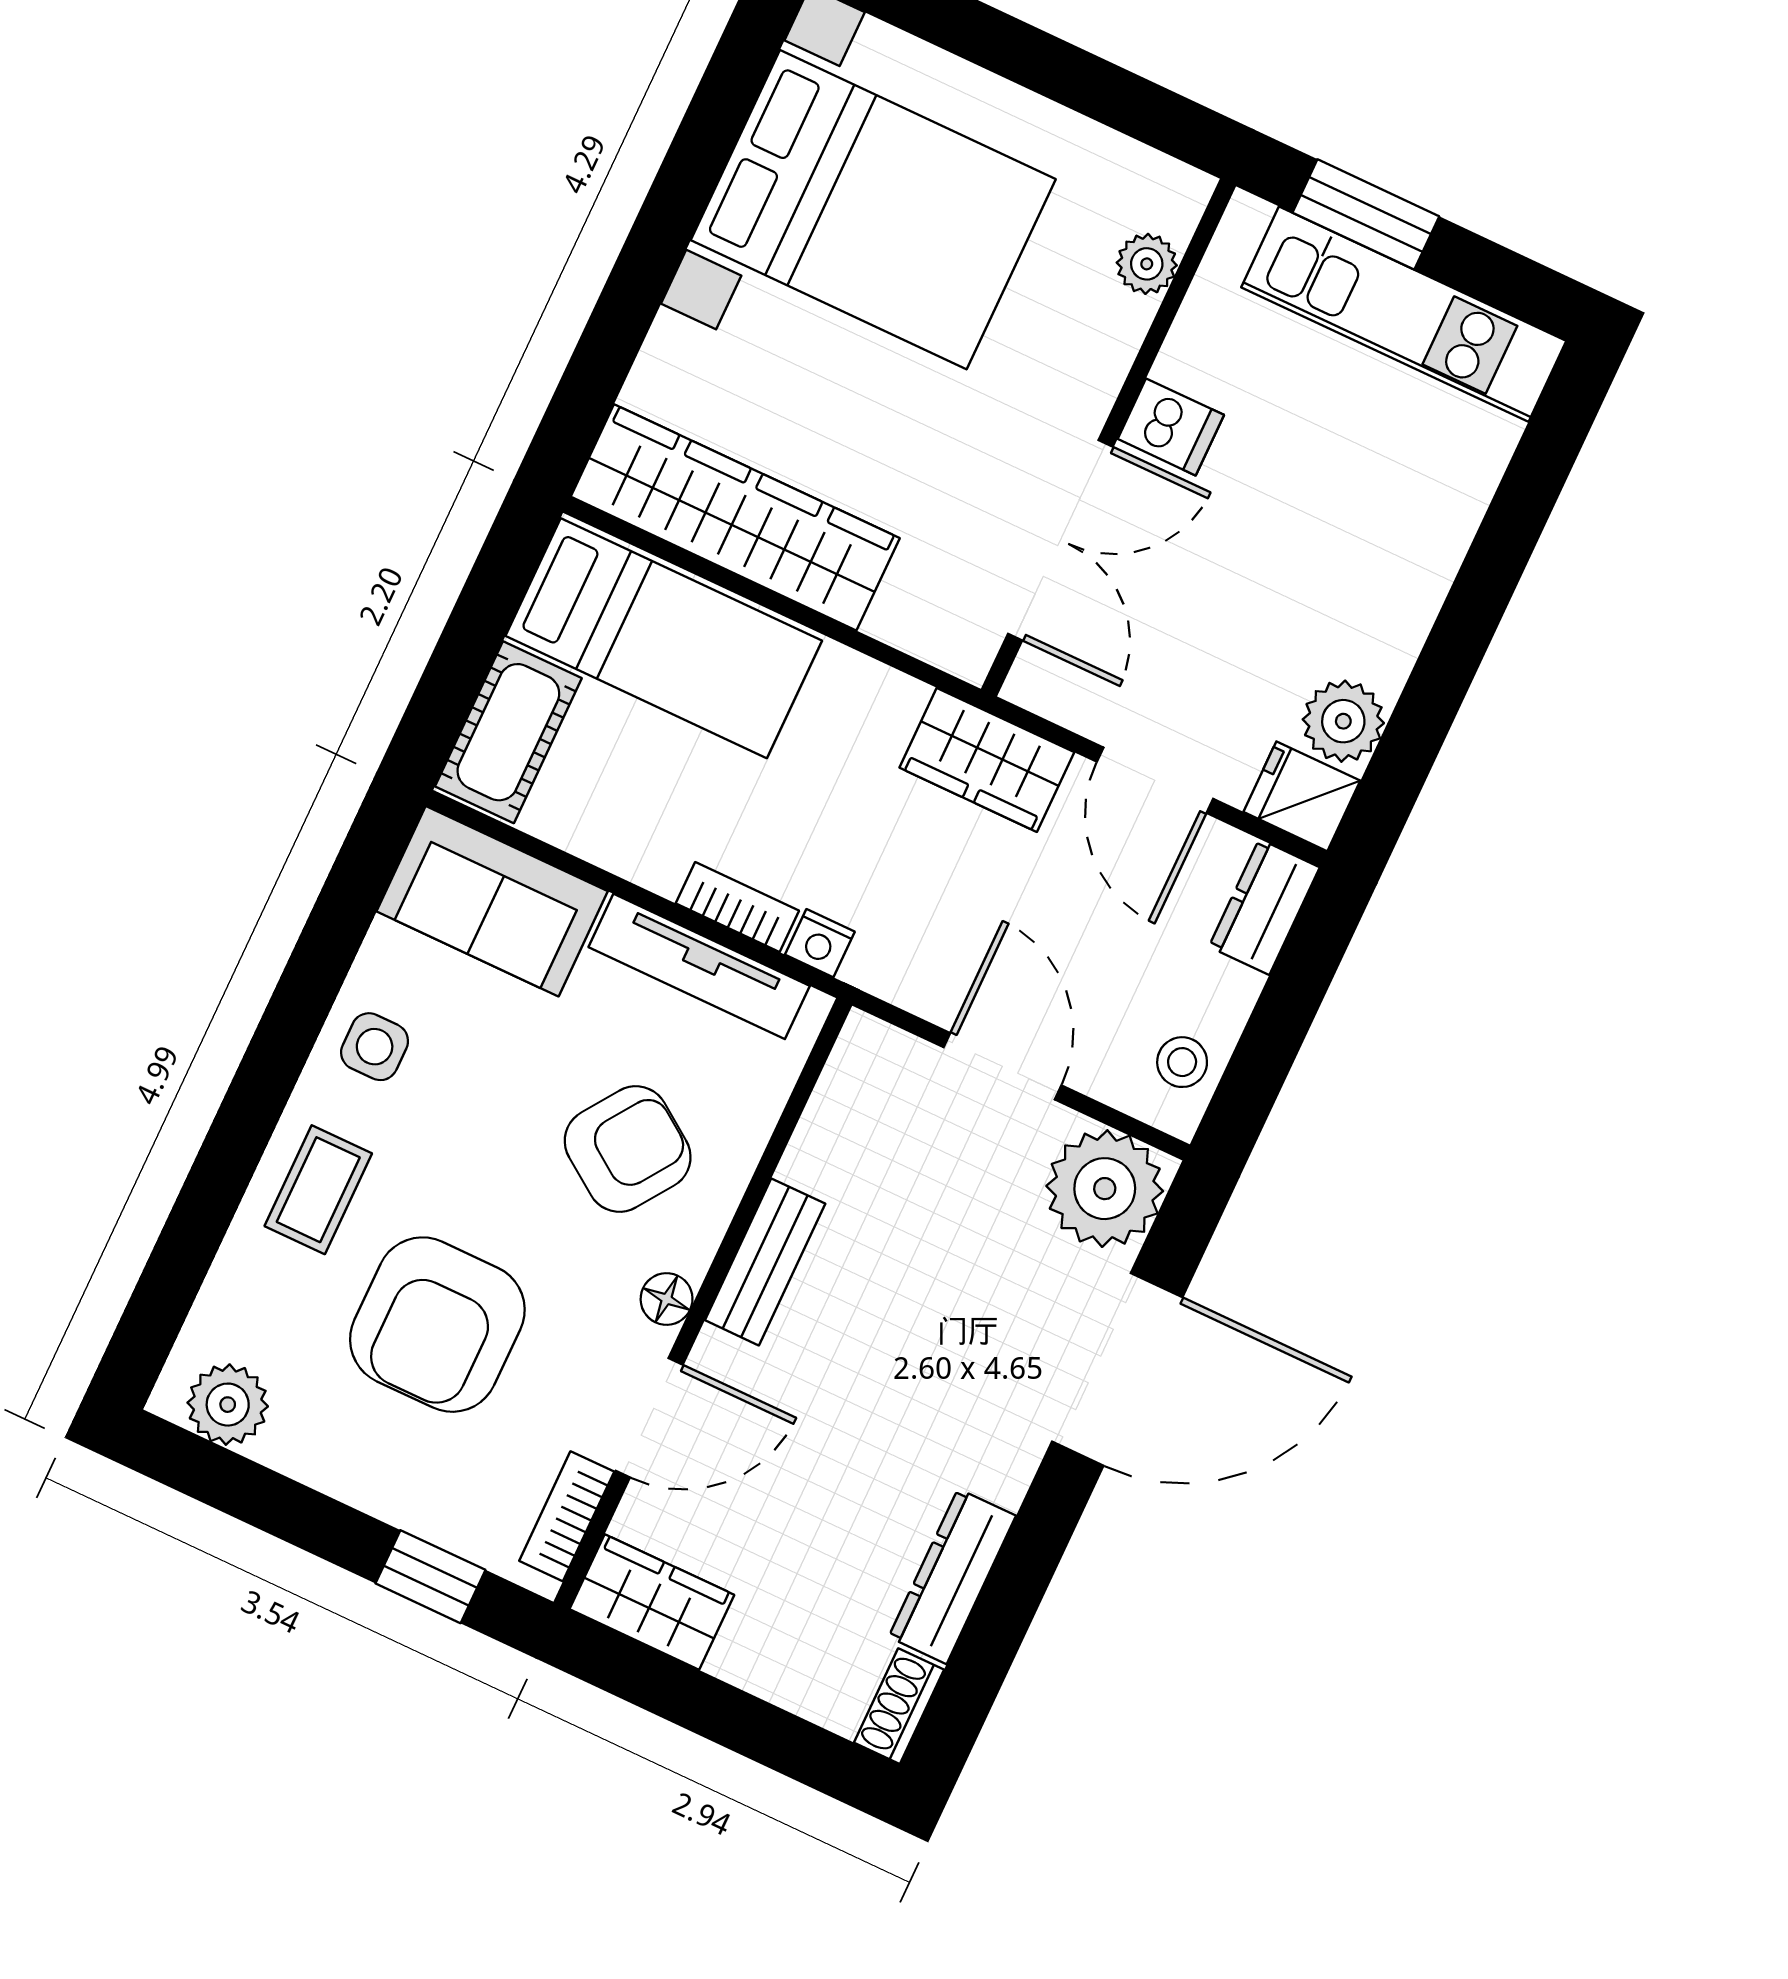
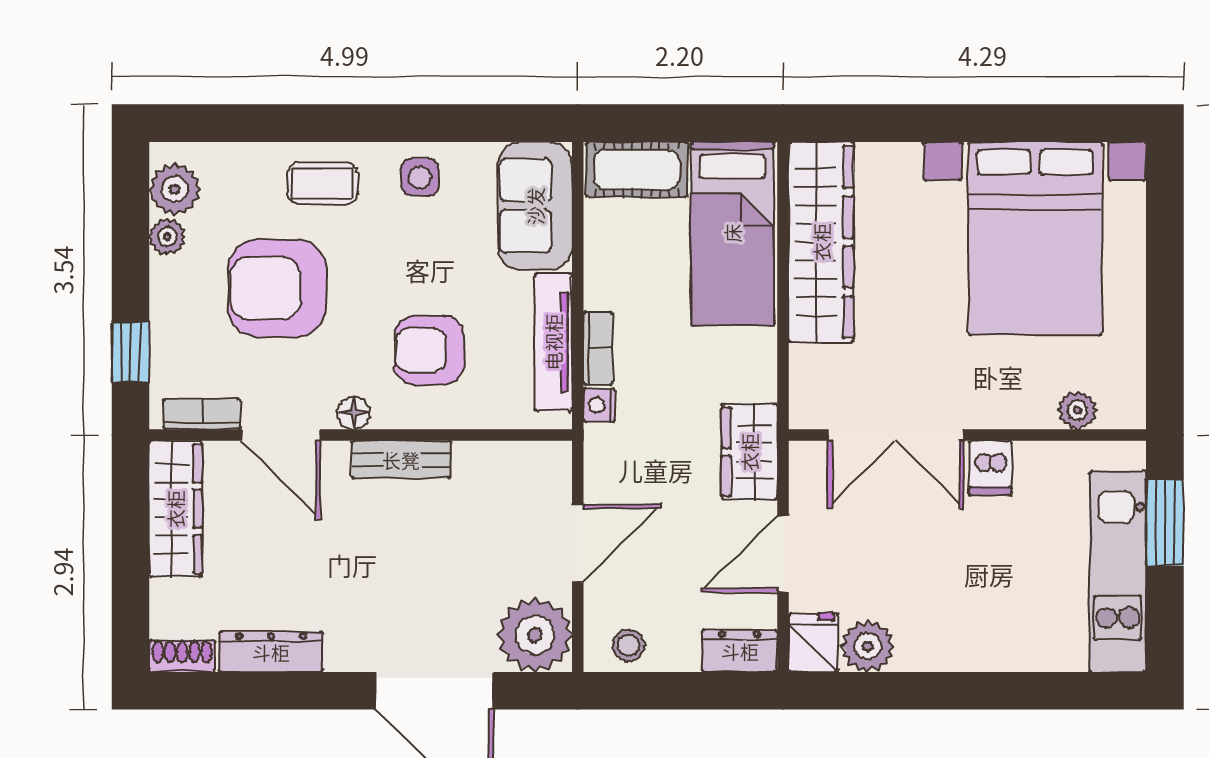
armchair: (628, 1149) -> (429, 350), turned 145
plant: (291, 1447) -> (167, 237), added
wardrobe: (652, 1602) -> (175, 509), width x1.50

